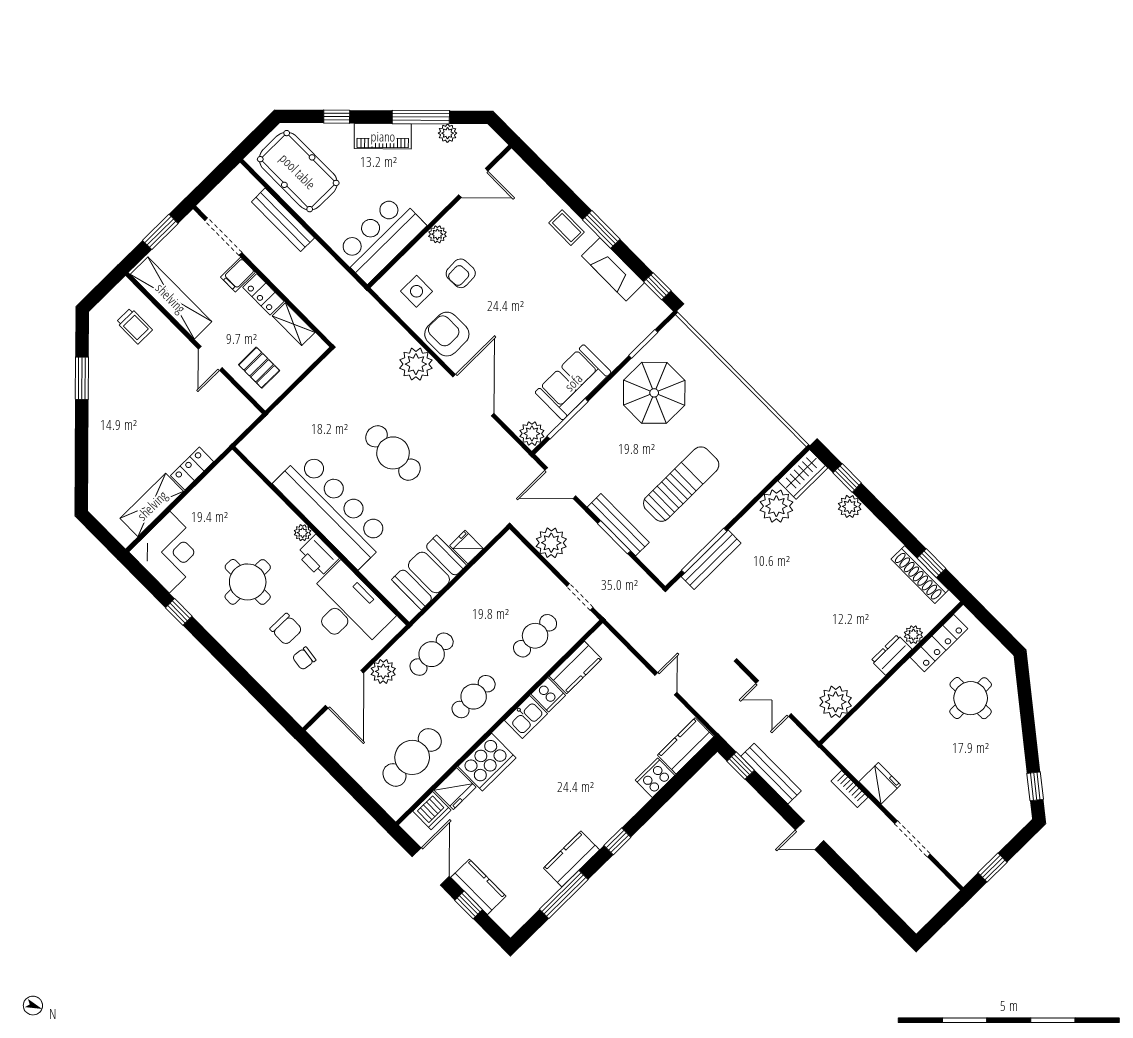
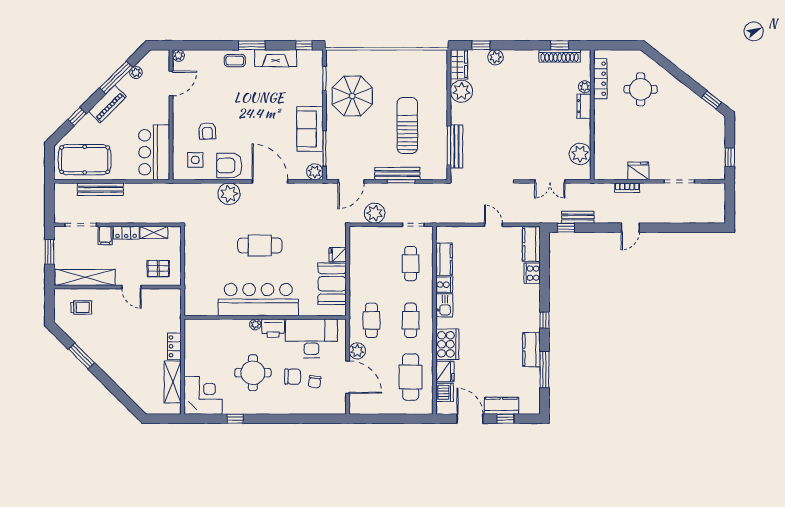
plant: (437, 234) -> (178, 56), moved
bench: (771, 774) -> (578, 217), width x0.73

